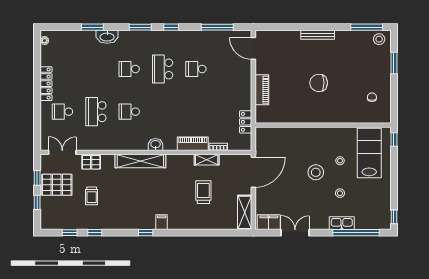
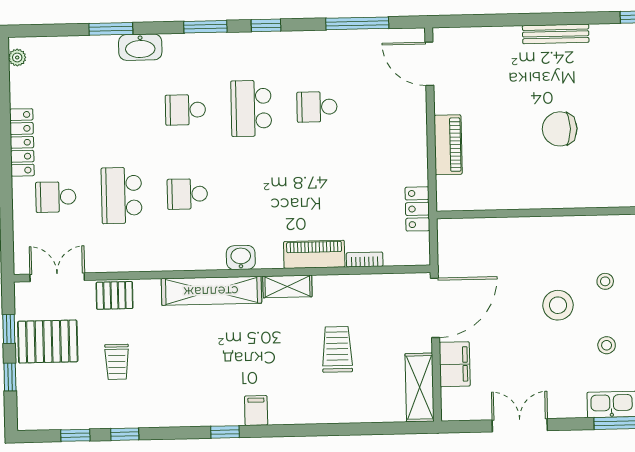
shelving: (207, 160) -> (287, 286), moved
filing cabinet: (269, 222) -> (455, 364), moved, turned 90

